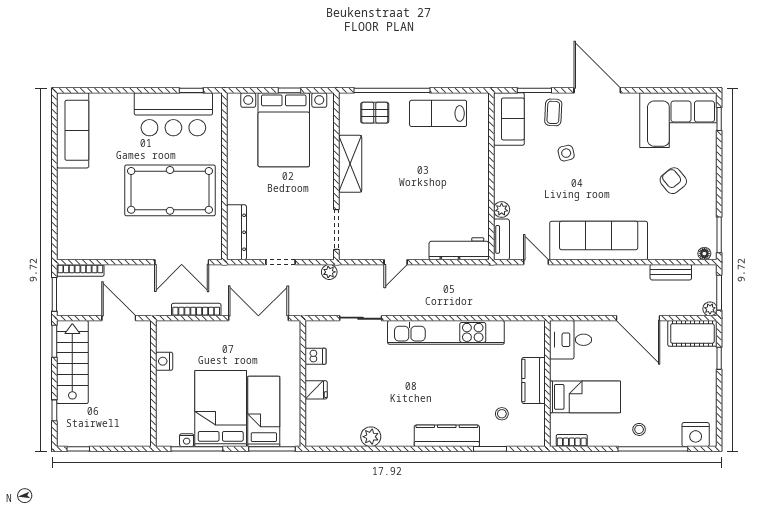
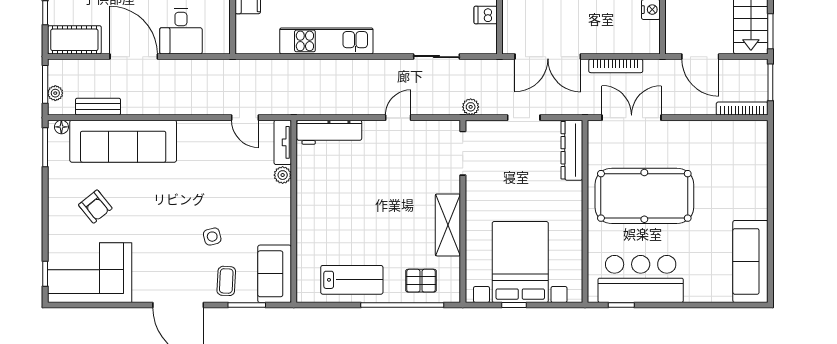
sofa: (599, 241) -> (123, 141), moved
plant: (710, 309) -> (55, 93), moved
kitchen unit: (446, 332) -> (326, 41), width x0.73
desk: (571, 340) -> (181, 31), moved, turned 90

